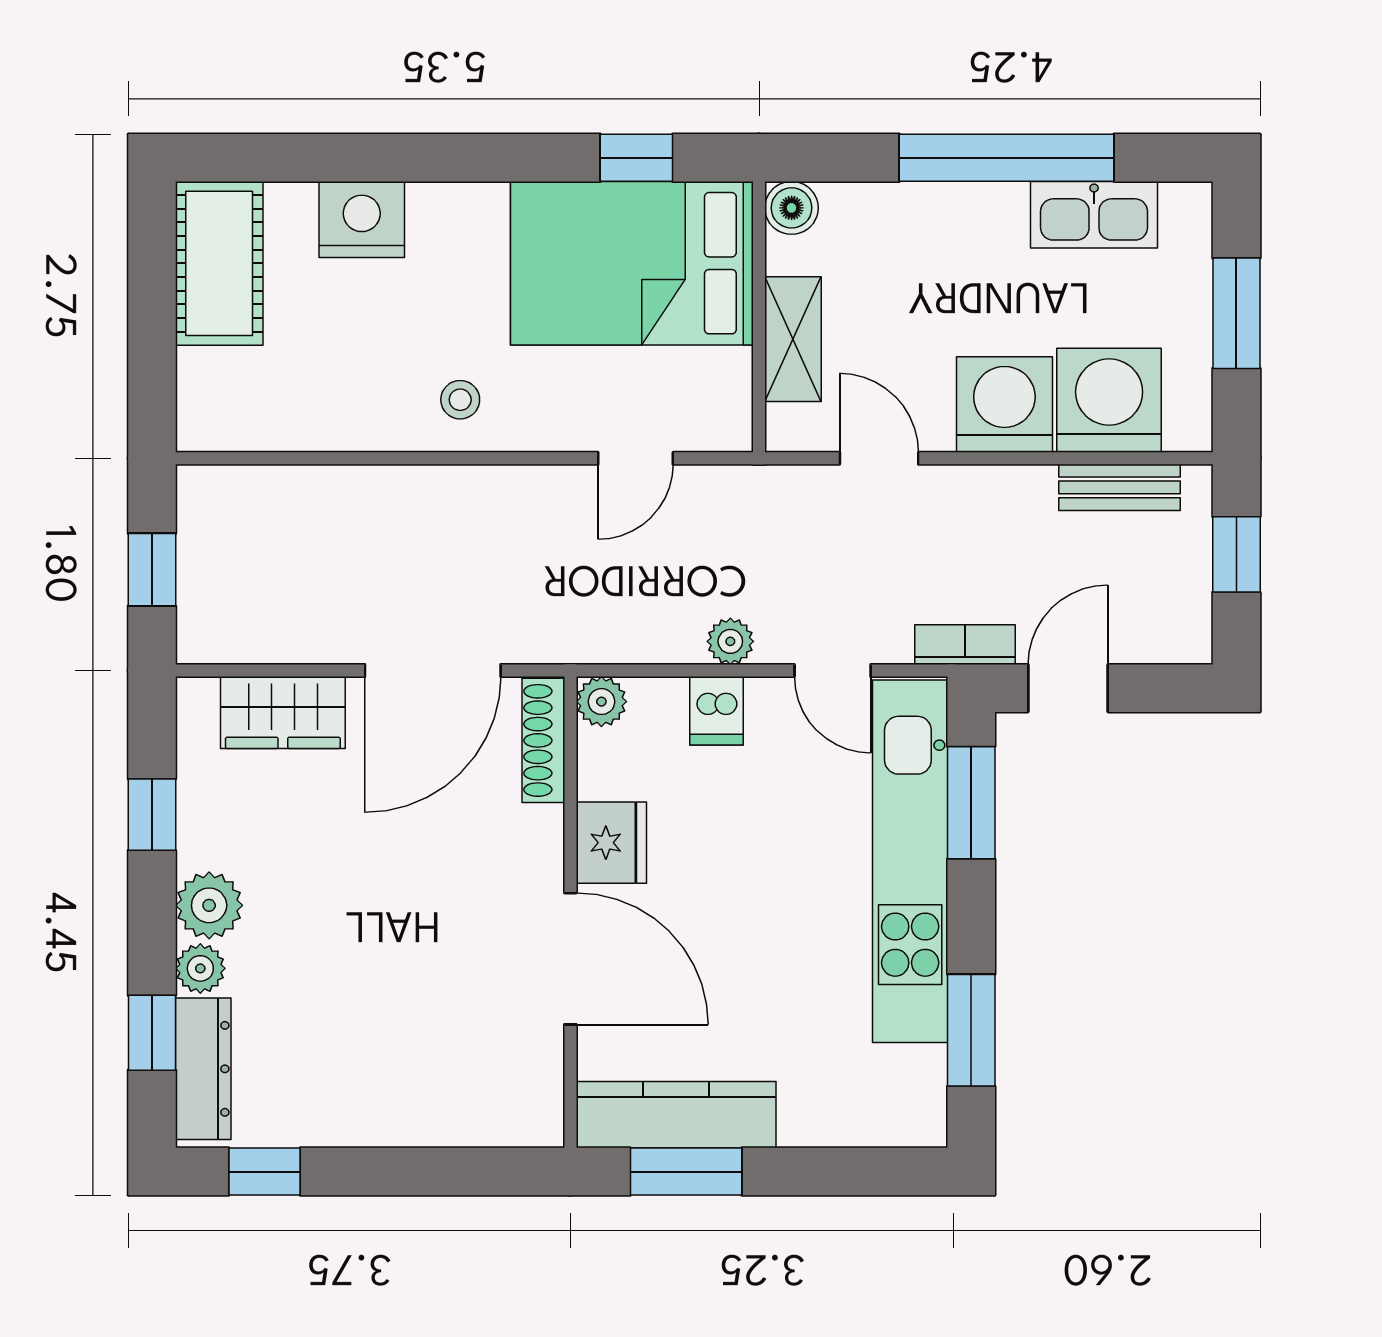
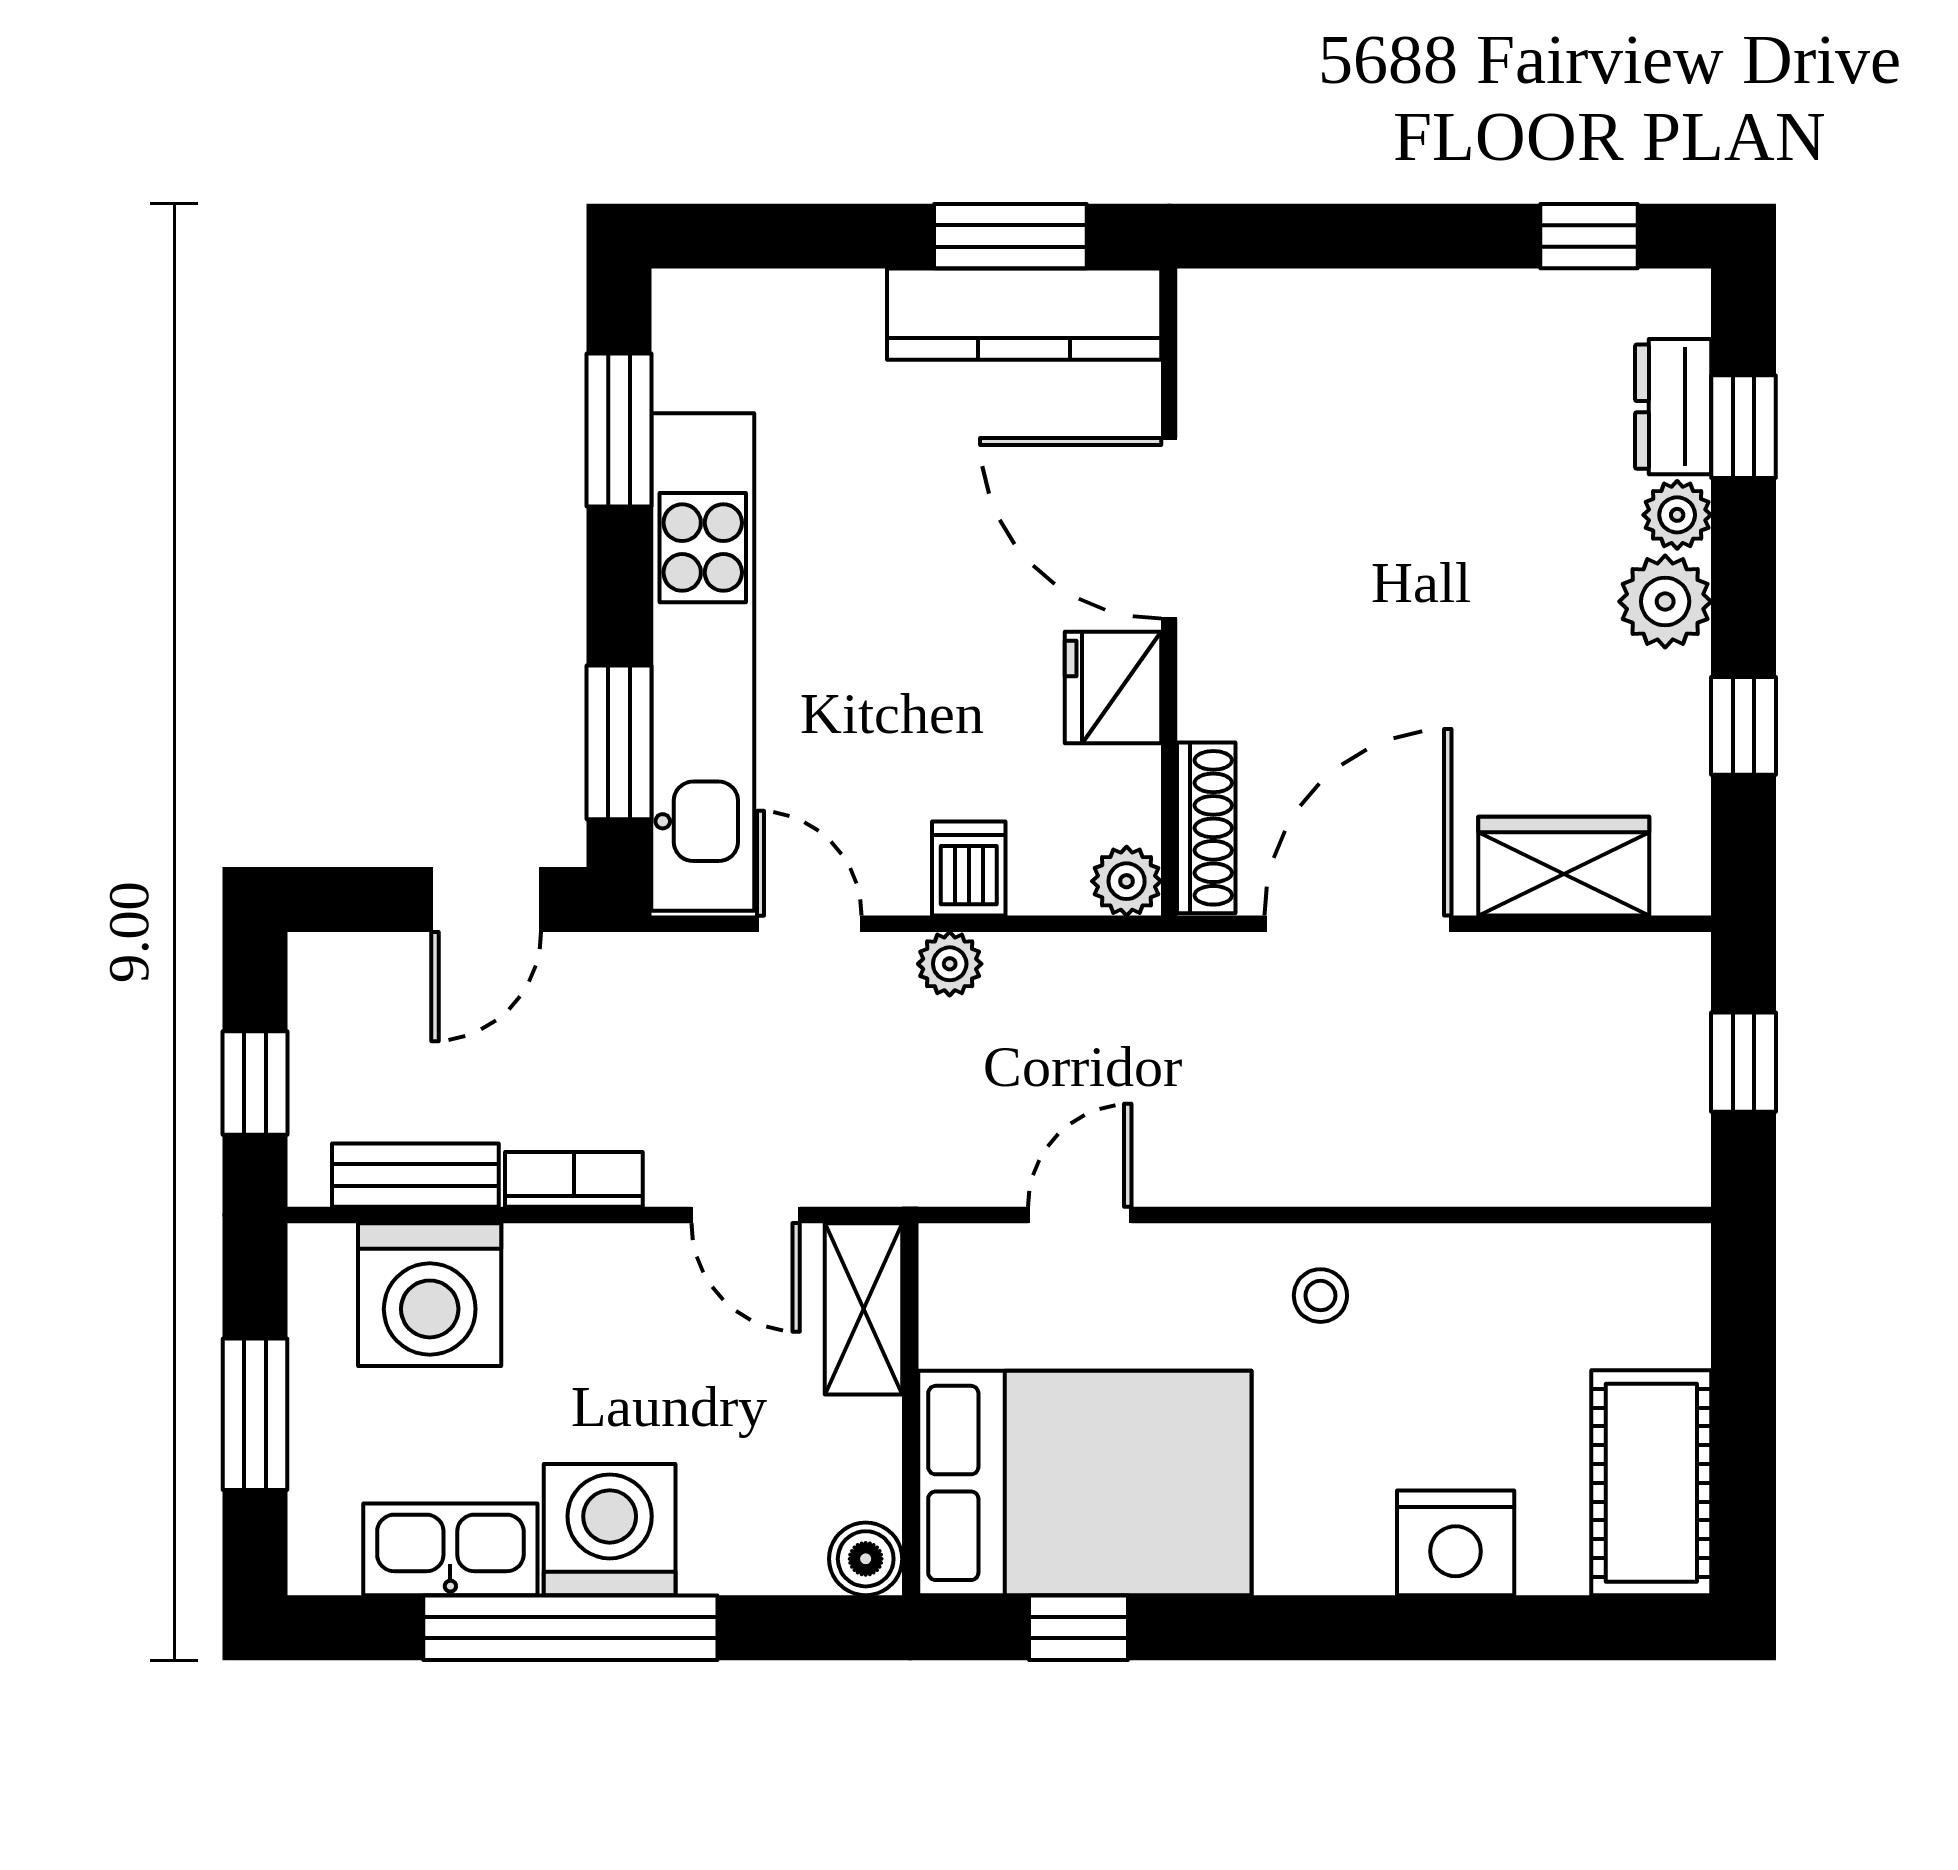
shelving: (793, 339) -> (864, 1309), moved
washing machine: (1004, 405) -> (610, 1530), moved, turned 180
bookcase: (965, 645) -> (574, 1179), moved, turned 180
dresser: (203, 1069) -> (1673, 407), width x0.70

